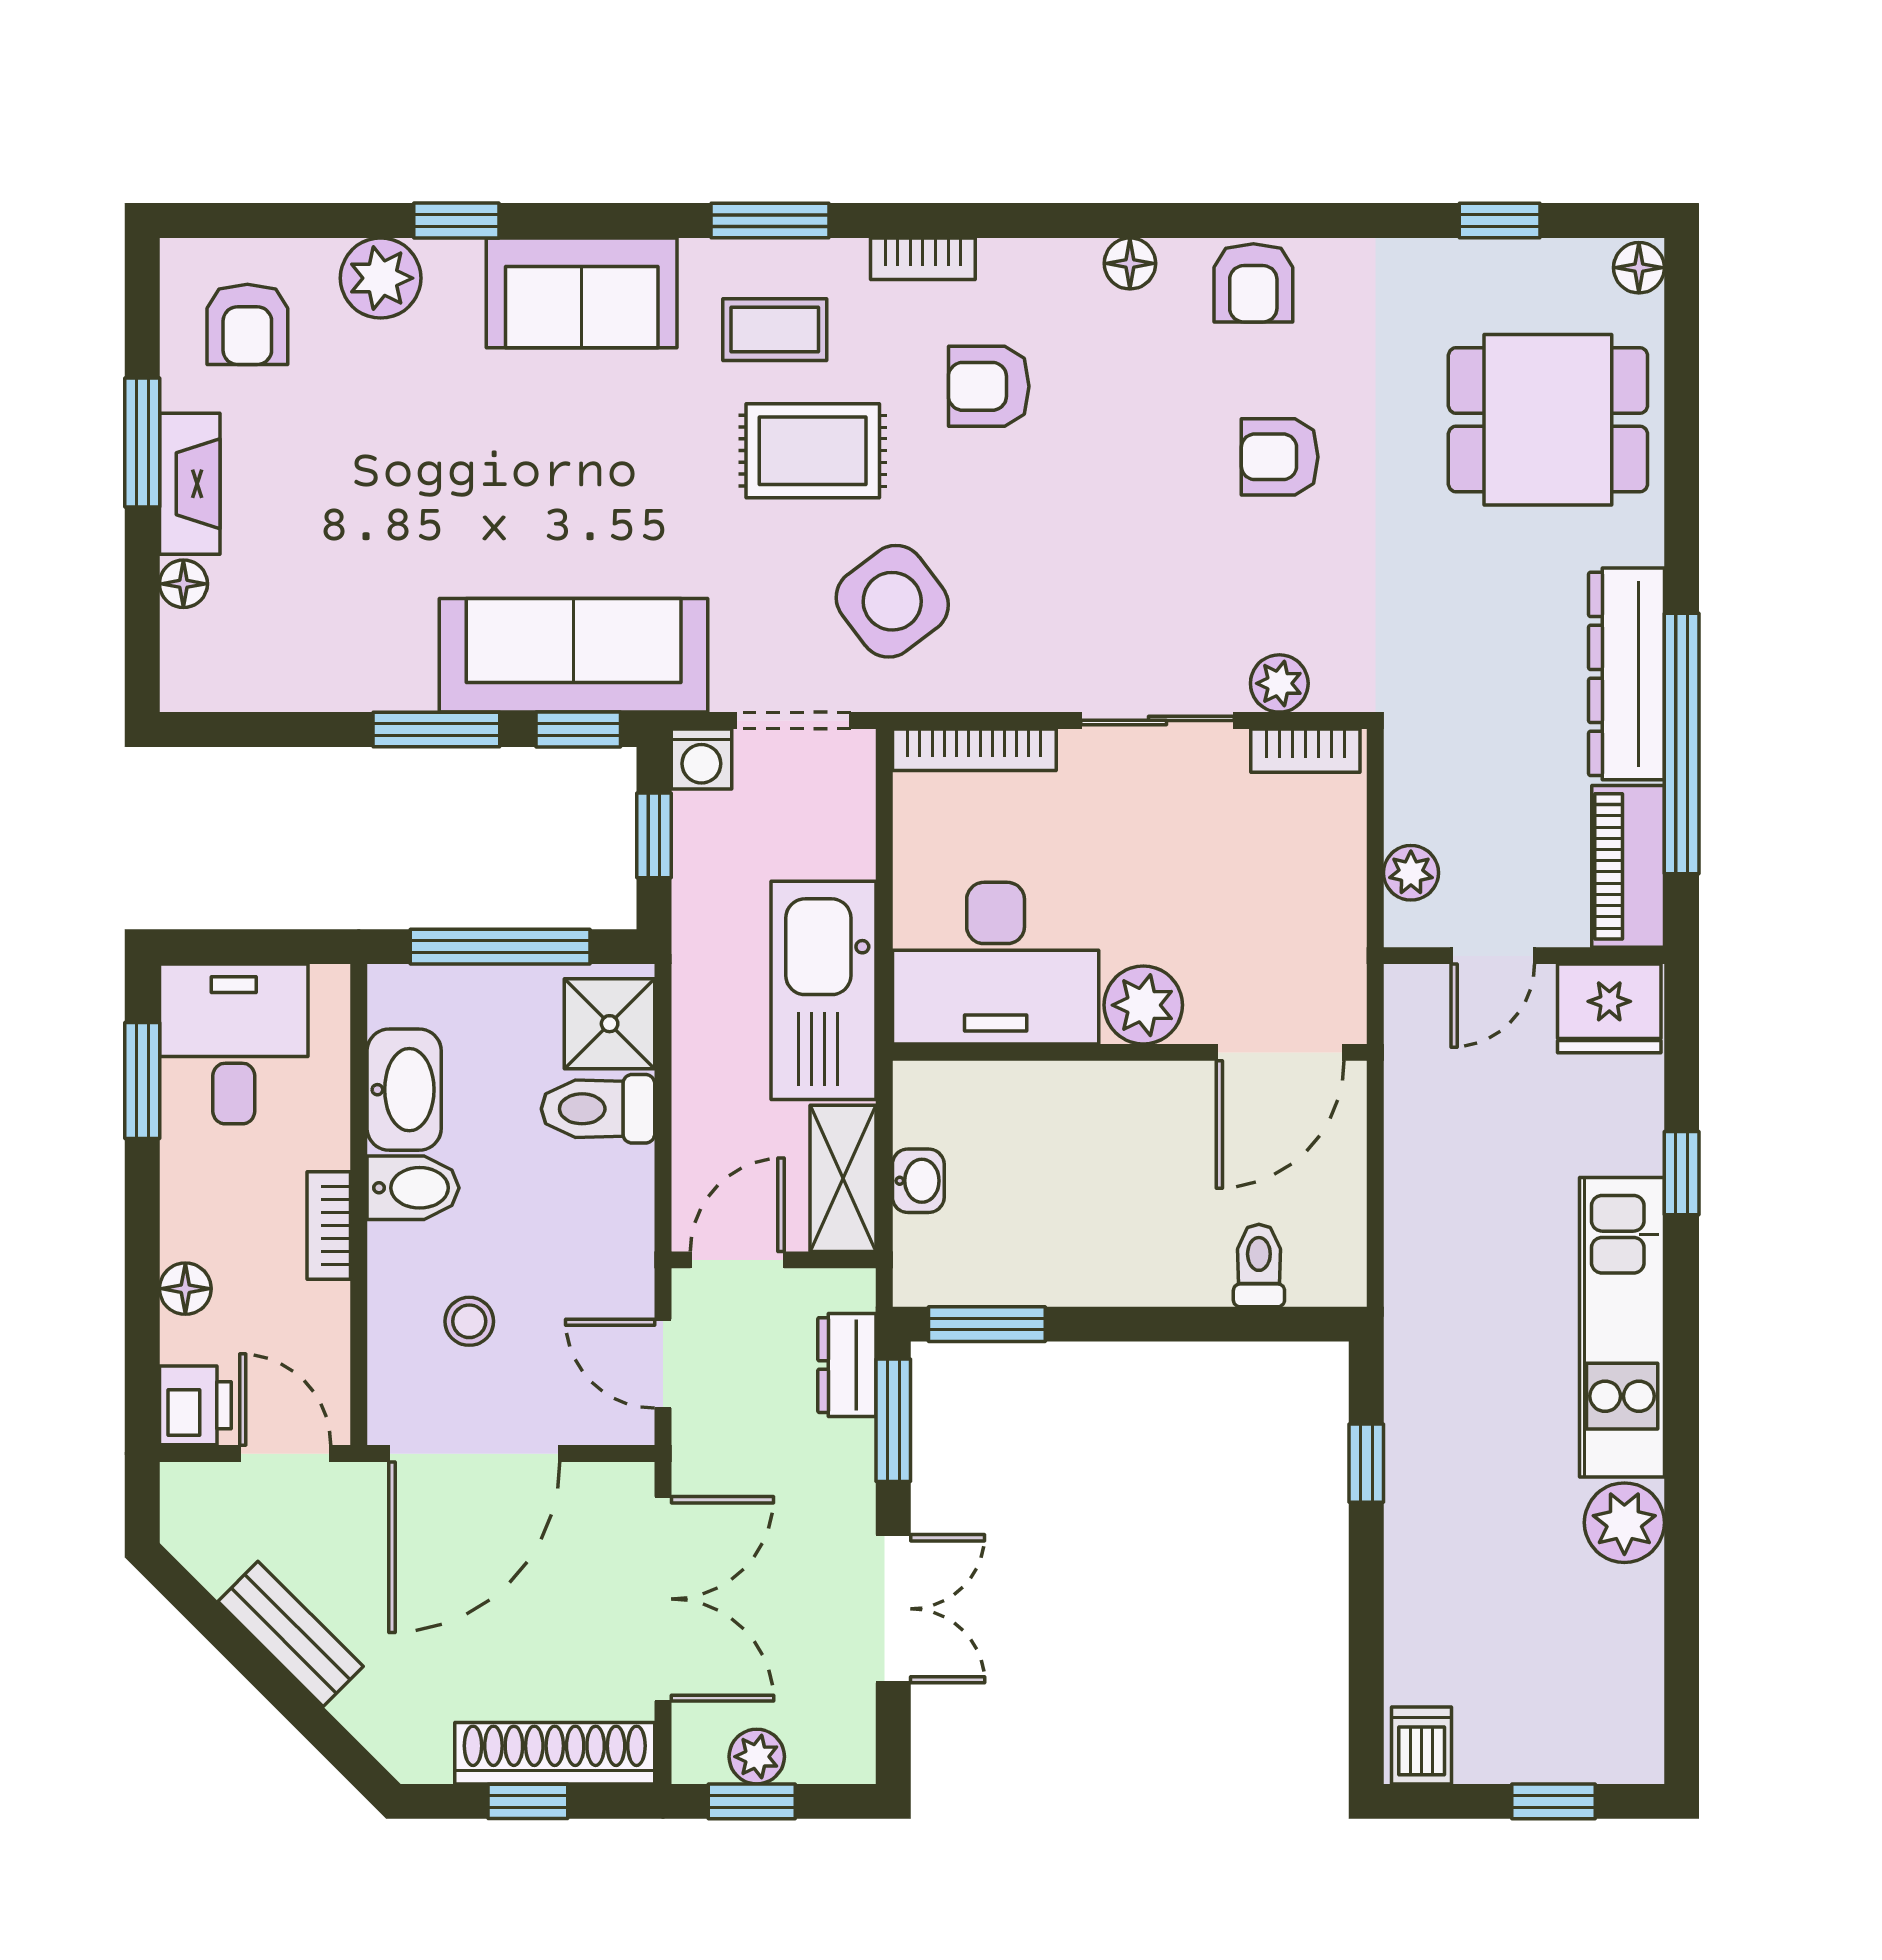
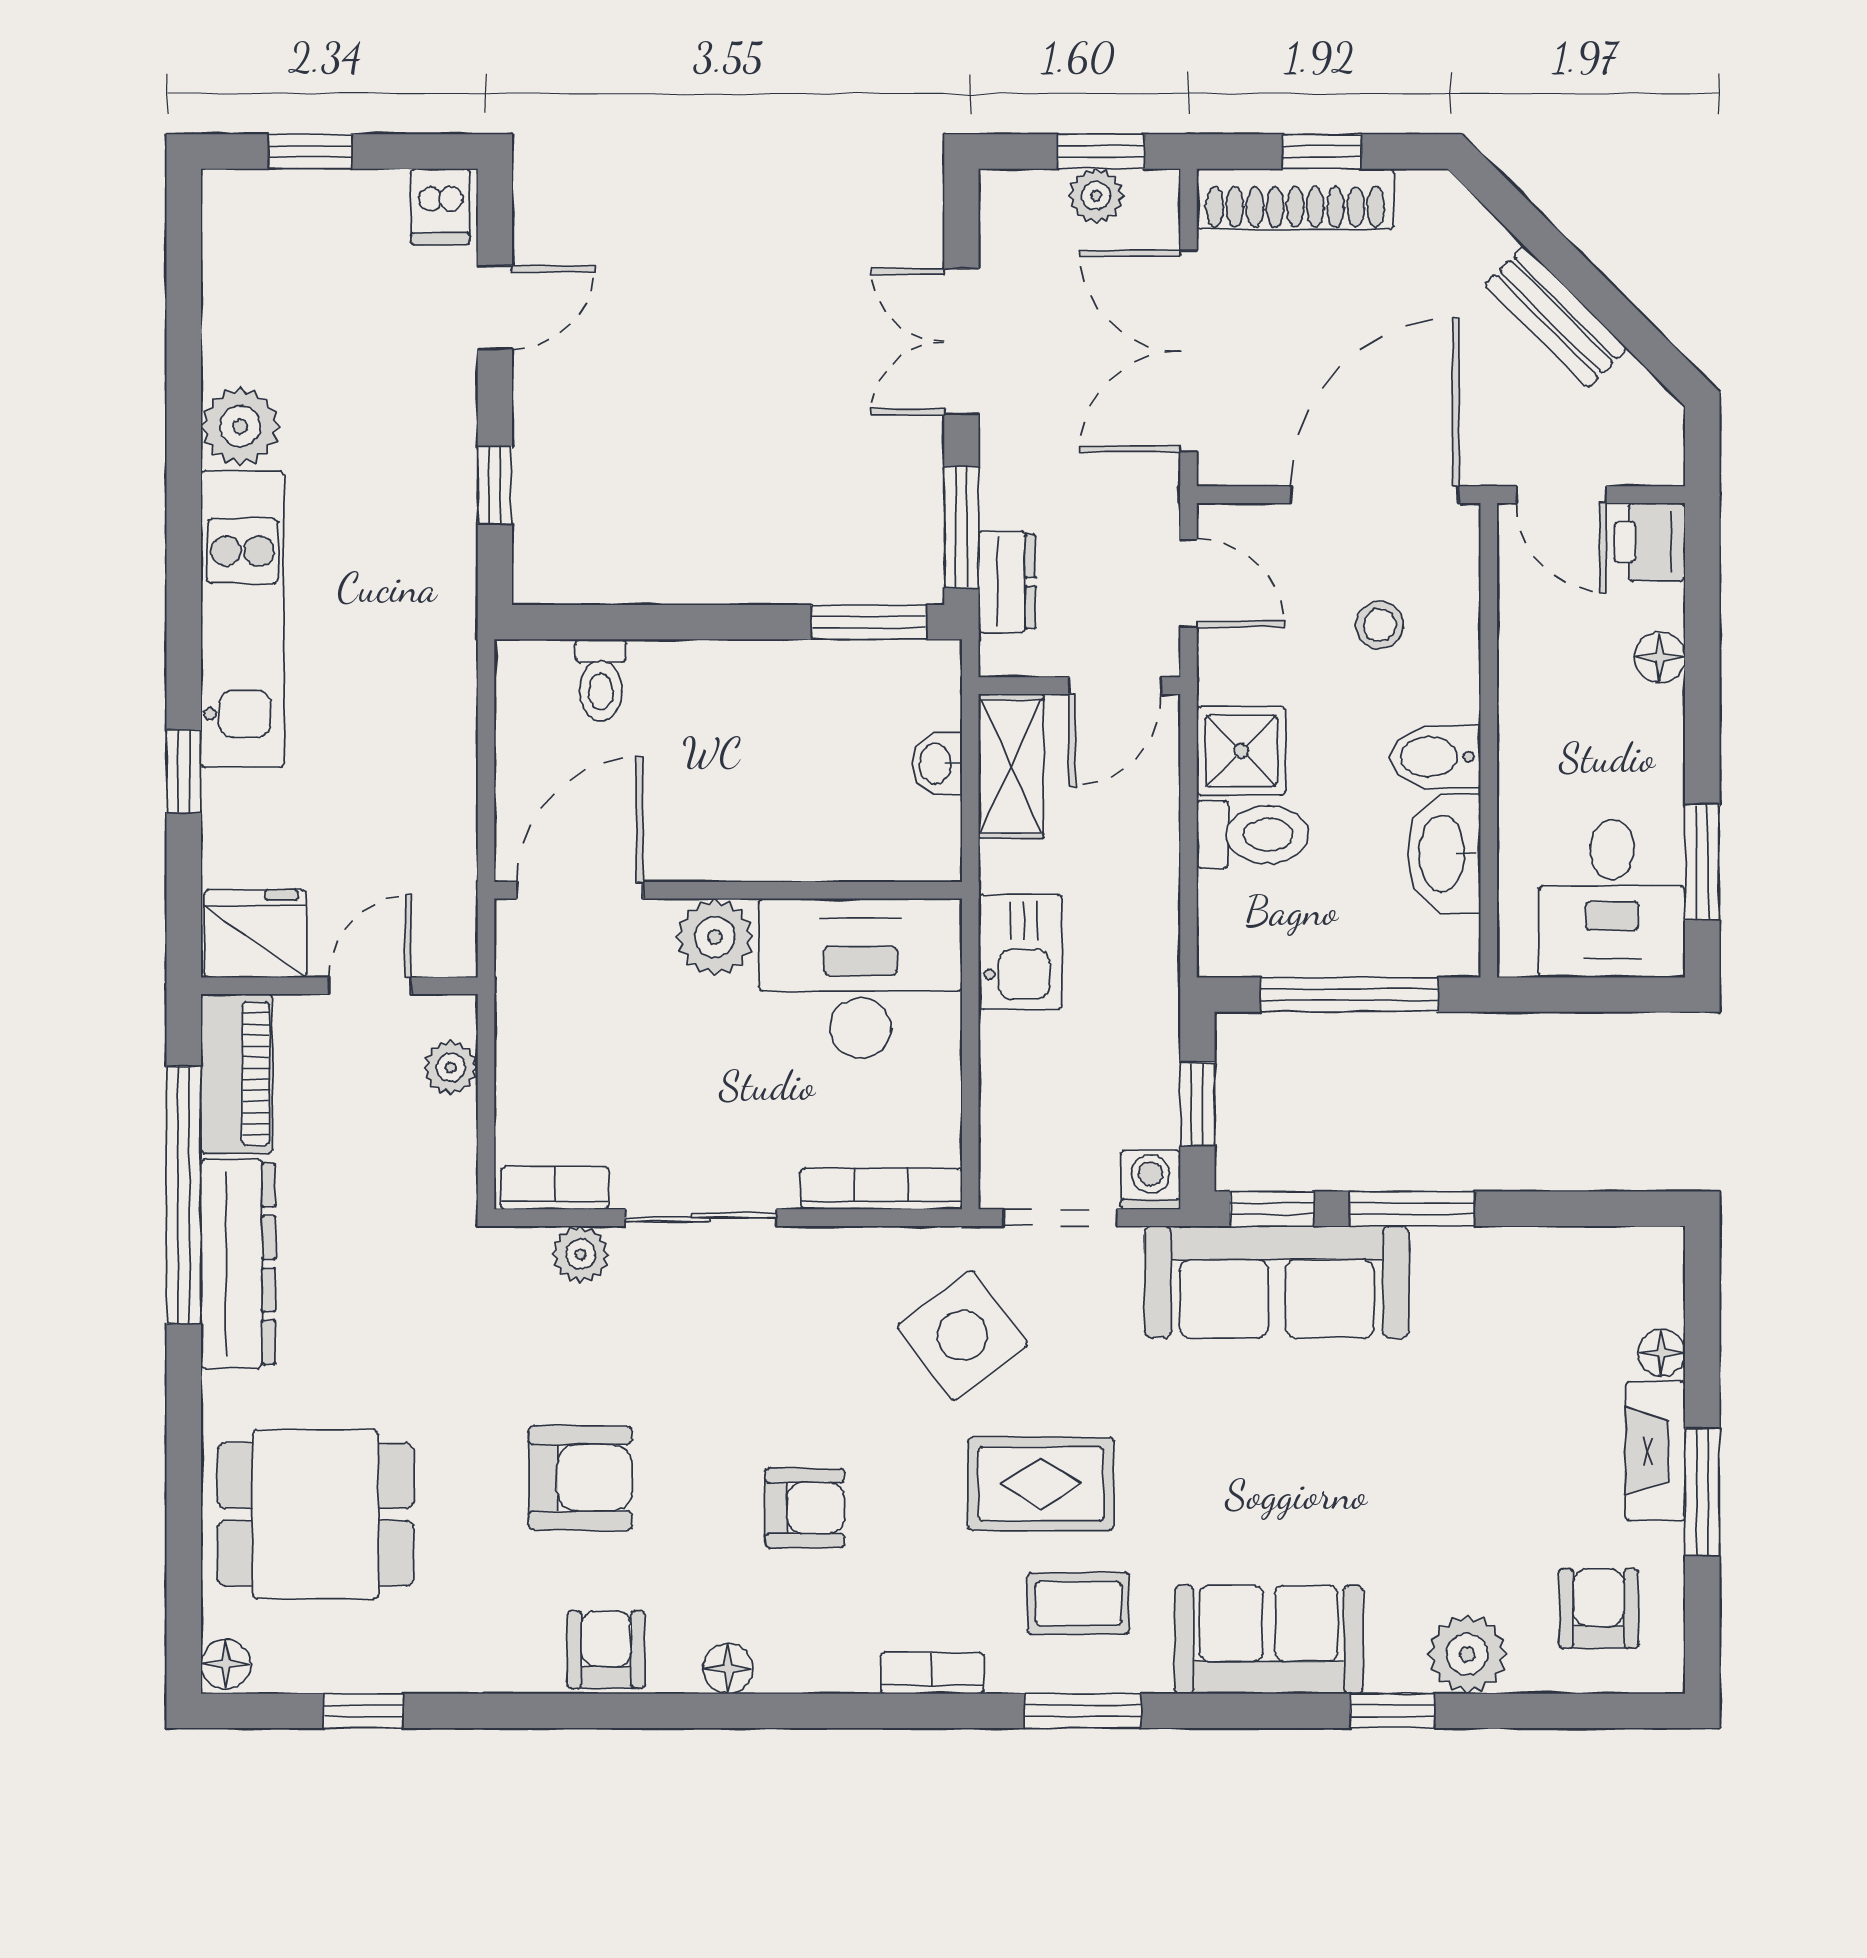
armchair: (989, 386) -> (805, 1508), moved
armchair: (1280, 457) -> (580, 1478), width x1.38, depth x1.38
kitchen sink: (824, 990) -> (1020, 951), width x0.53, depth x0.81
shower: (610, 1024) -> (1241, 751), moved
bookcase: (329, 1225) -> (1518, 720), removed
door: (1366, 1643) -> (495, 307), added

